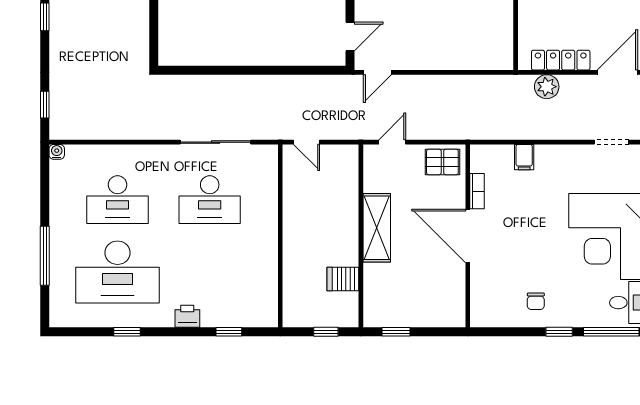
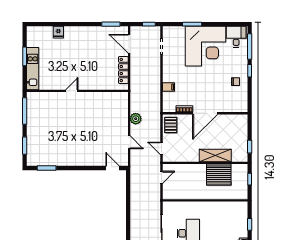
door: (377, 72) -> (129, 142), moved
plant: (547, 87) -> (136, 119), moved
door: (306, 142) -> (162, 177), moved
shelving: (377, 228) -> (215, 156), moved
server rack: (343, 279) -> (219, 175), width x2.18, depth x1.44

